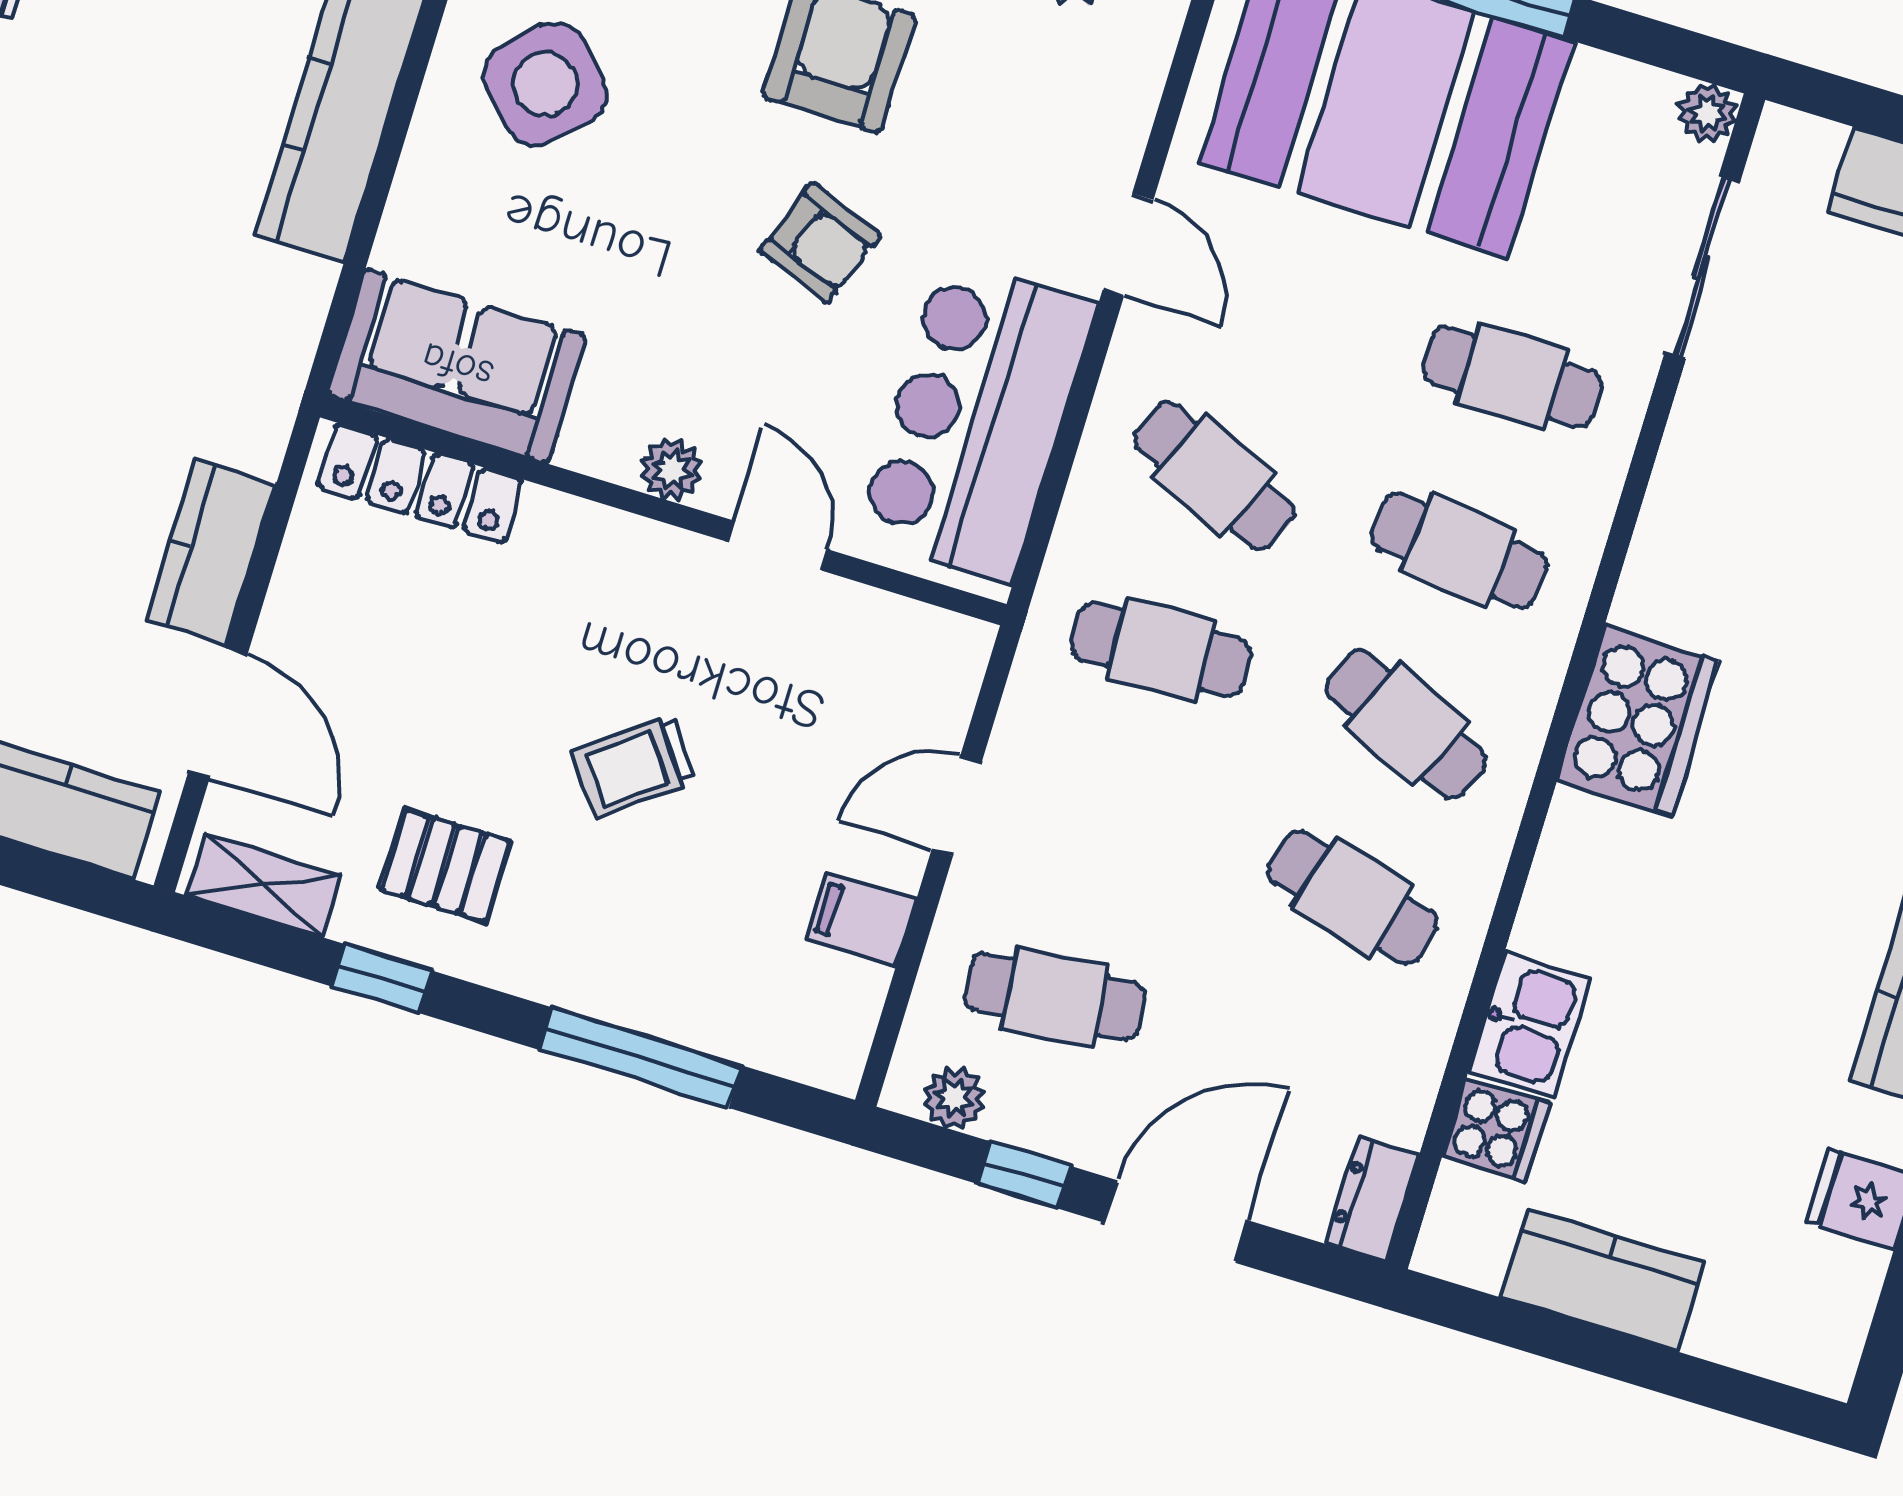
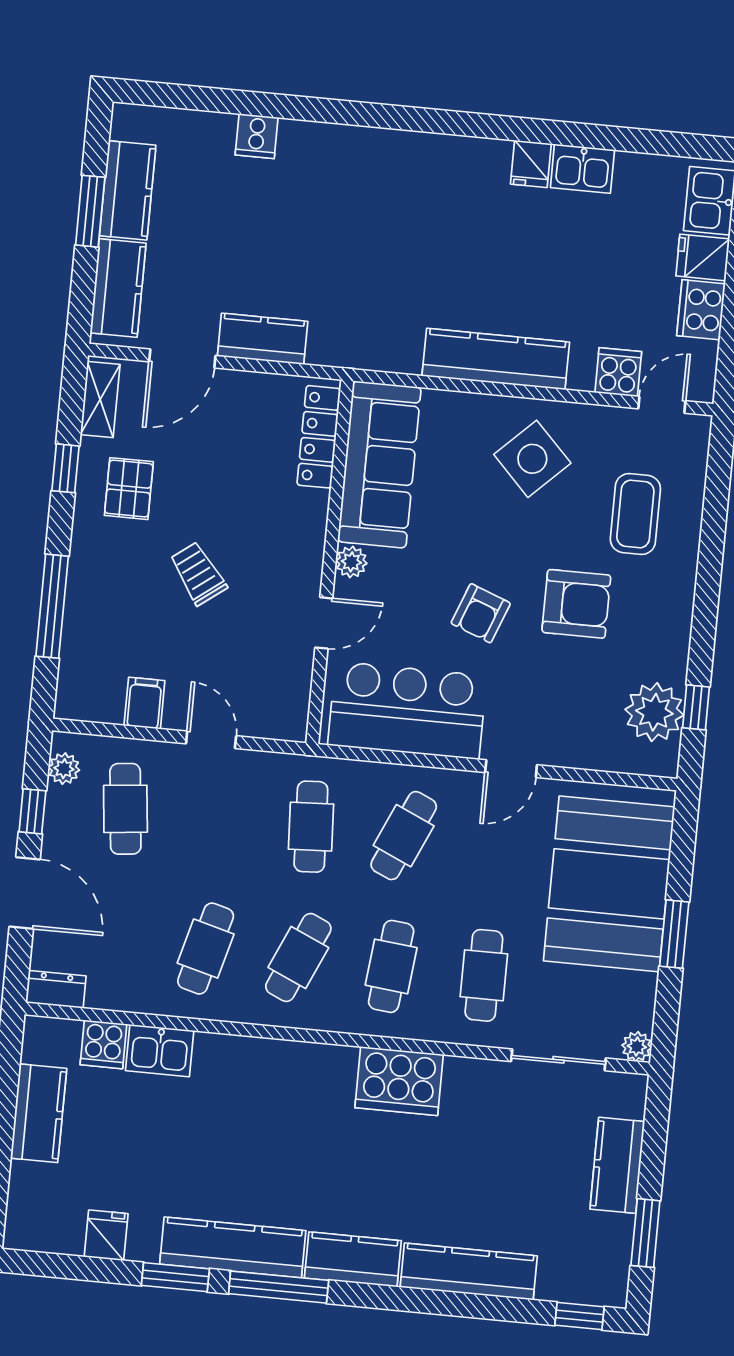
sofa: (457, 366) -> (379, 464), width x1.36
cooker: (1638, 721) -> (399, 1081), moved

